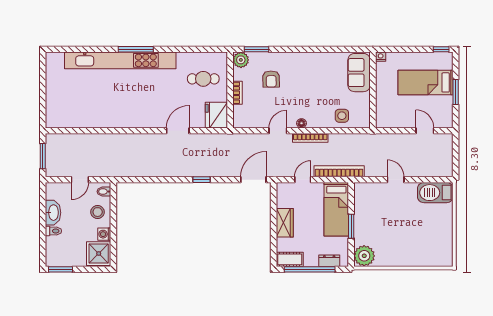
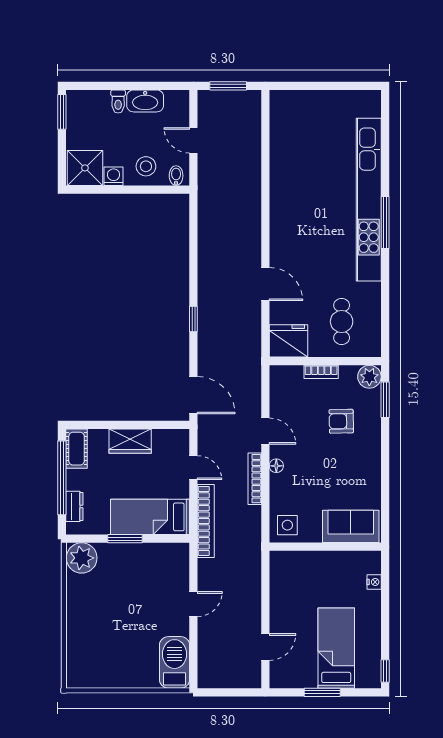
sofa: (359, 73) -> (351, 526), moved
wall: (373, 90) -> (325, 547), moved

